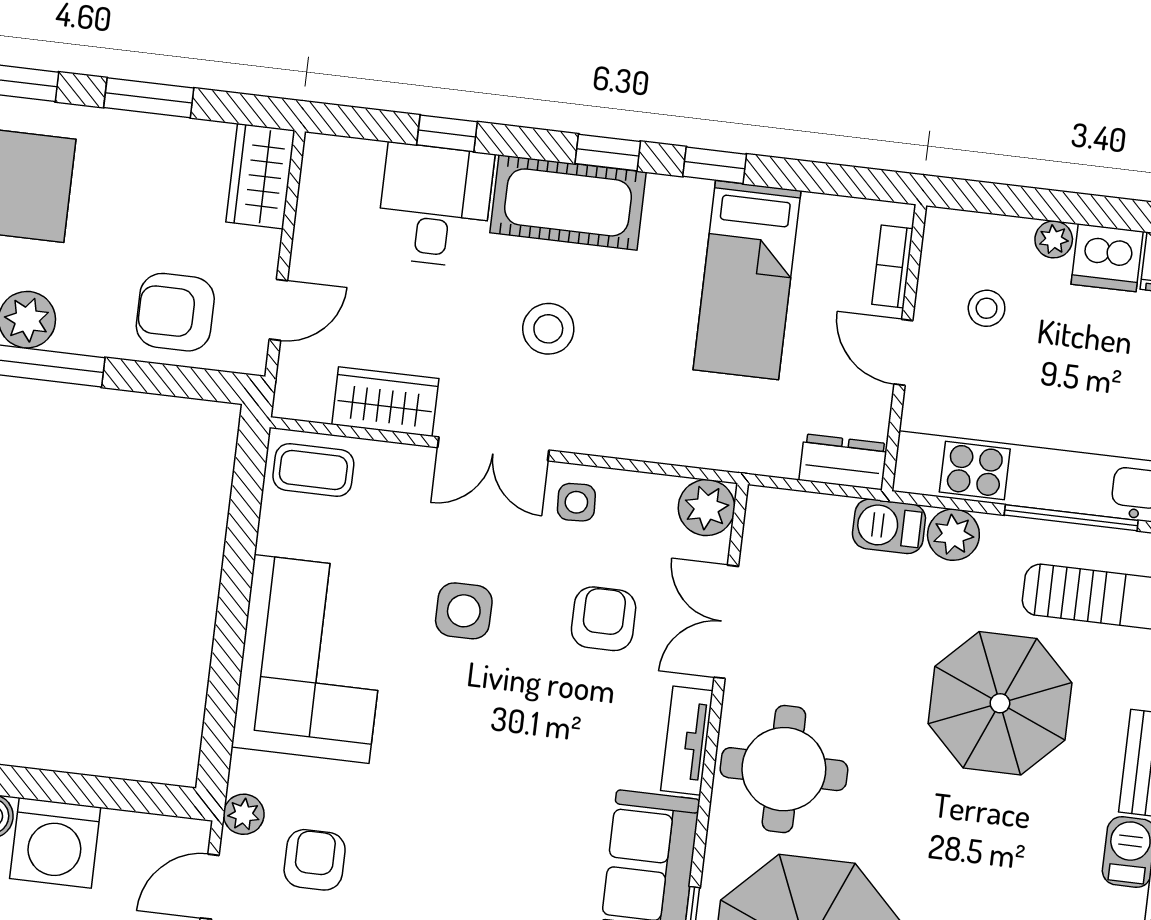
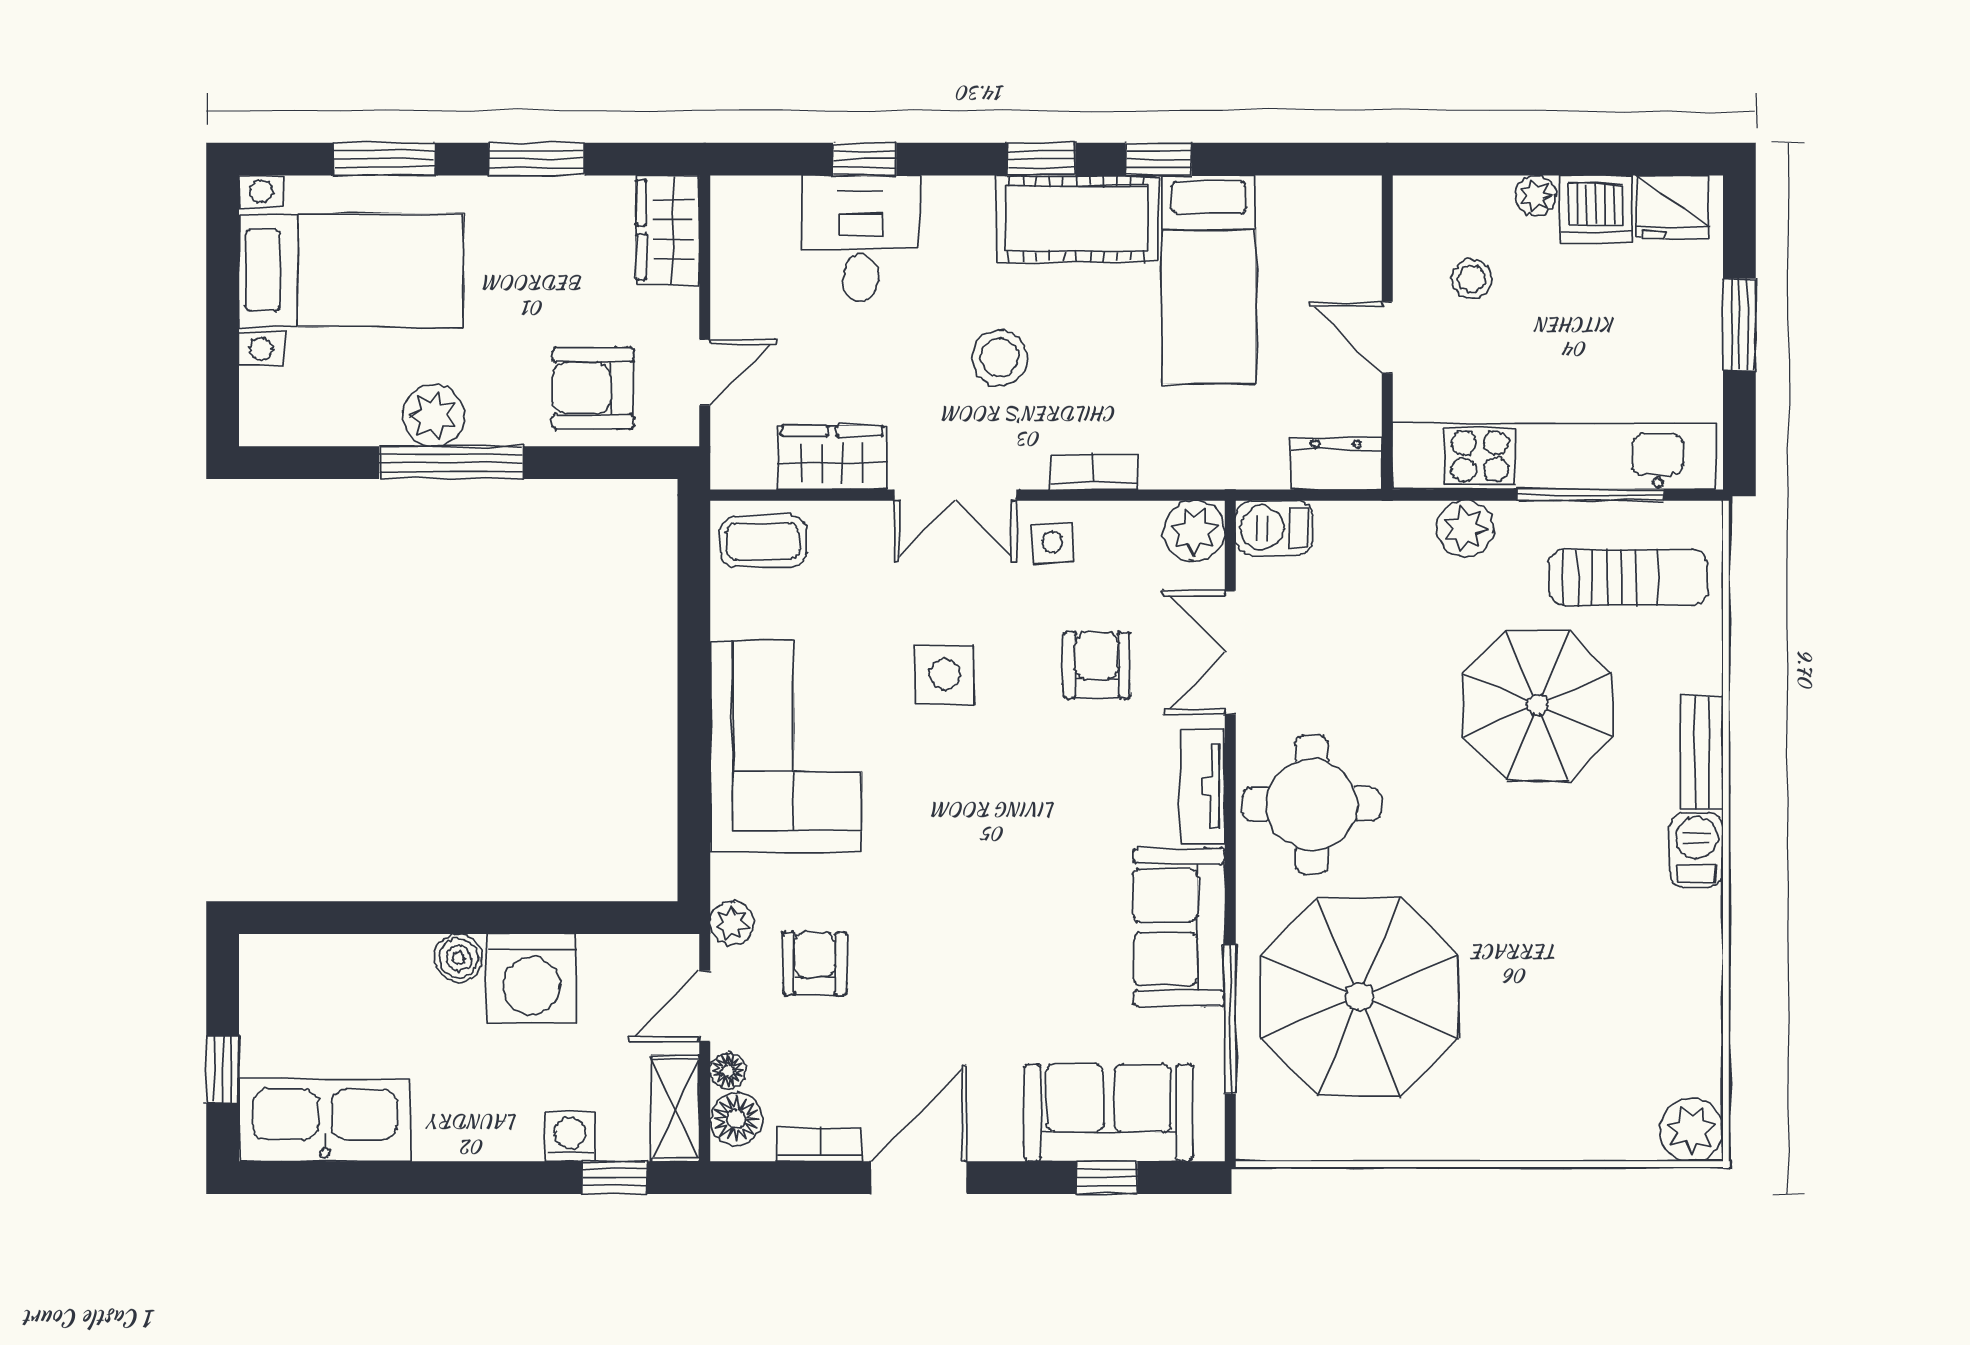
cot: (568, 202) -> (1077, 218), moved
bookcase: (892, 267) -> (1093, 472), moved, turned 90
barbecue: (889, 526) -> (1274, 528), moved

